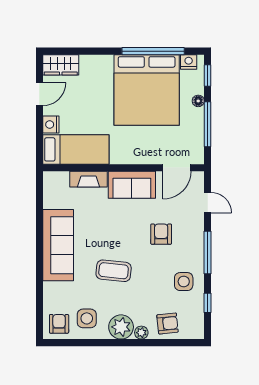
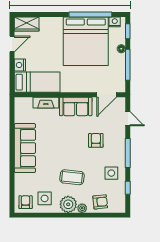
coffee table: (114, 271) -> (72, 177), moved

